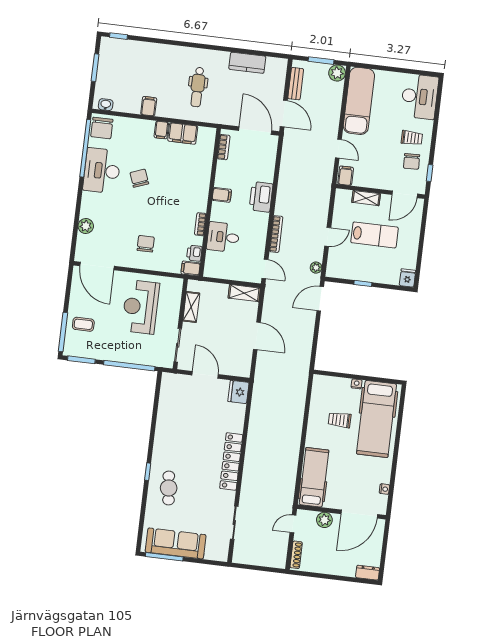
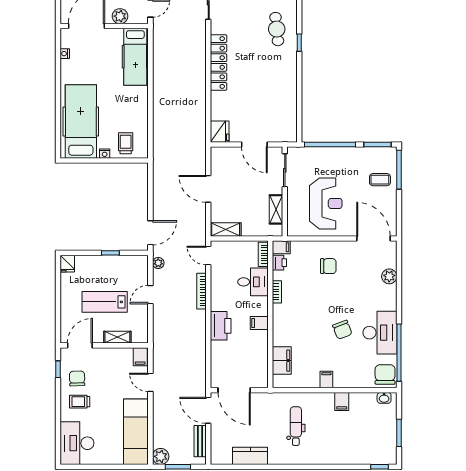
filing cabinet: (183, 133) -> (282, 361), moved, turned 90
bookcase: (224, 147) -> (263, 254), moved
chair: (146, 244) -> (328, 266), turned -90
trolley: (340, 420) -> (126, 143), moved, turned -90

